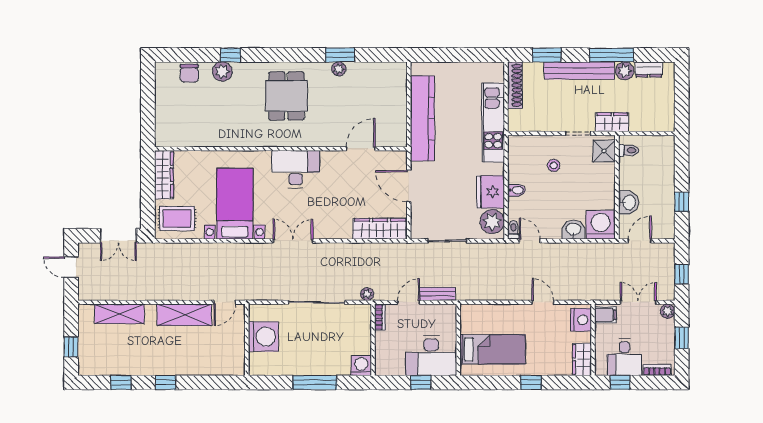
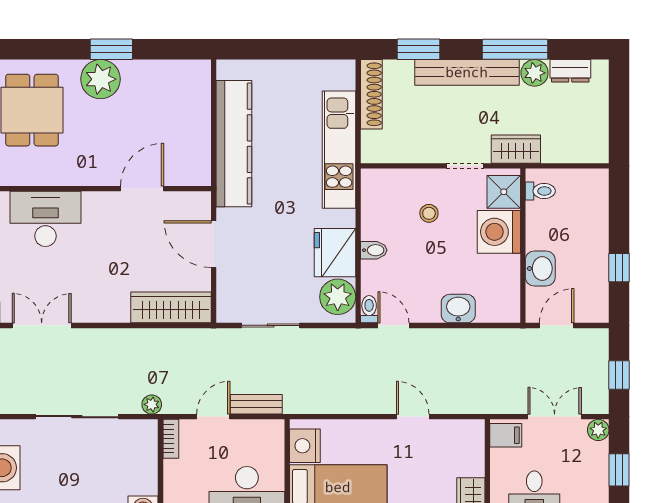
plant: (339, 69) -> (100, 79), width x1.87, depth x1.87
washing machine: (601, 225) -> (499, 232), moved, turned -90
nightstand: (581, 320) -> (305, 446), moved, turned 180

